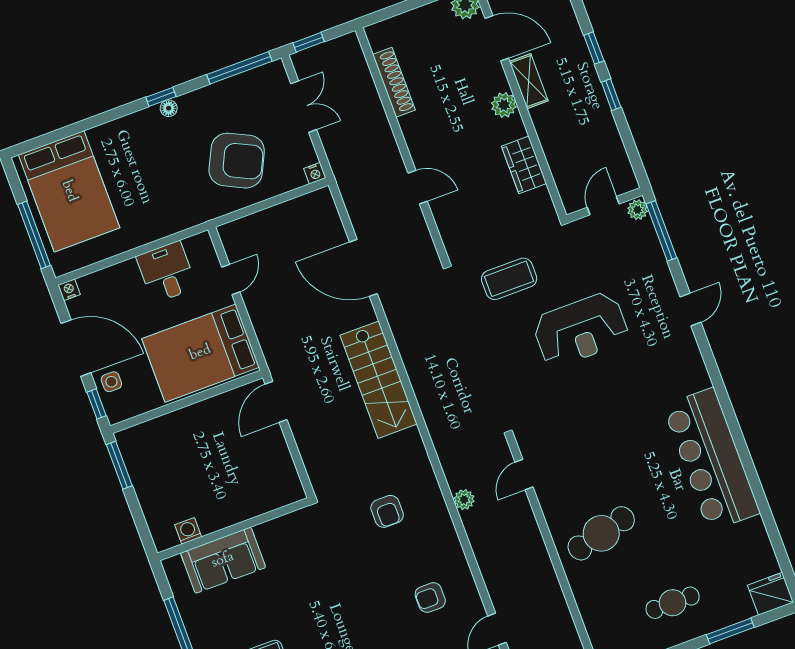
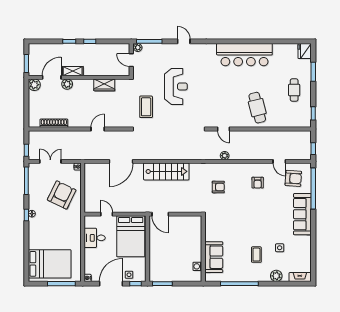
plant: (504, 105) -> (67, 84), moved

